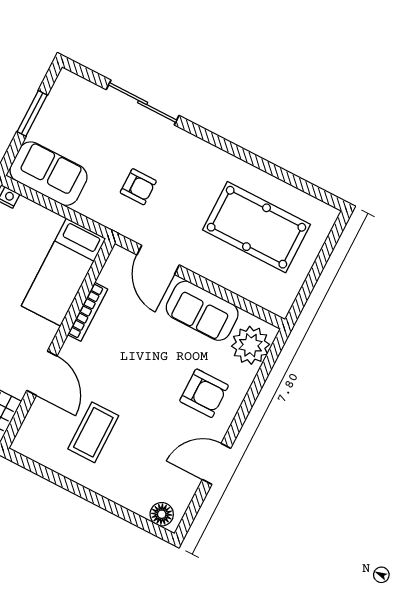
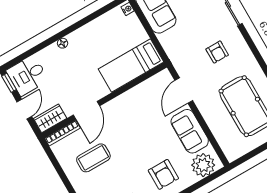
armchair: (138, 187) -> (217, 52), moved
bookcase: (88, 312) -> (62, 133), moved

